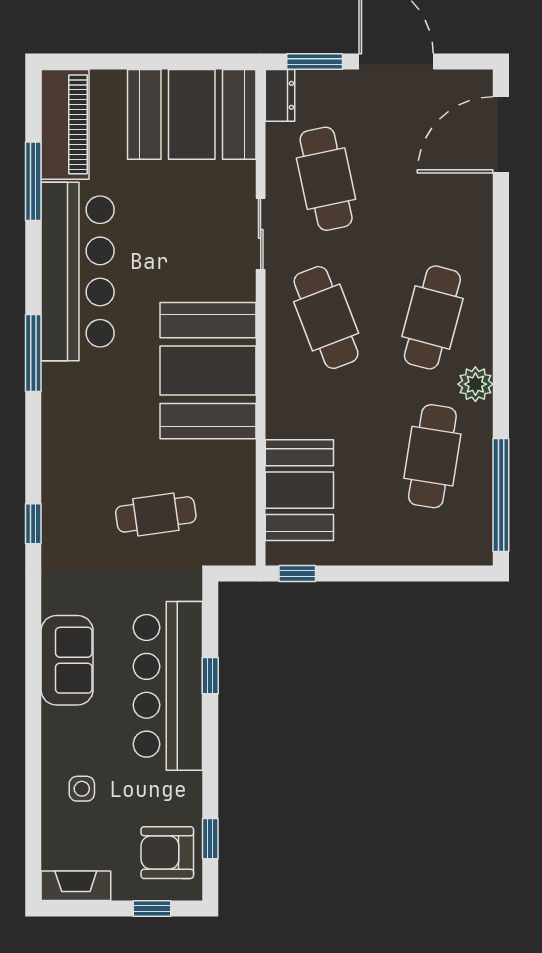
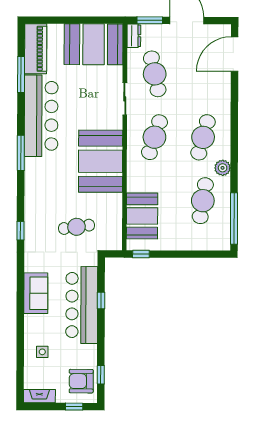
cafe table: (326, 317) -> (154, 137), turned 39

